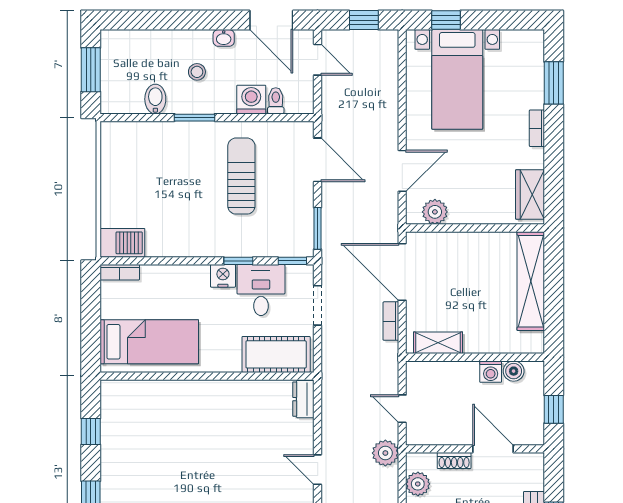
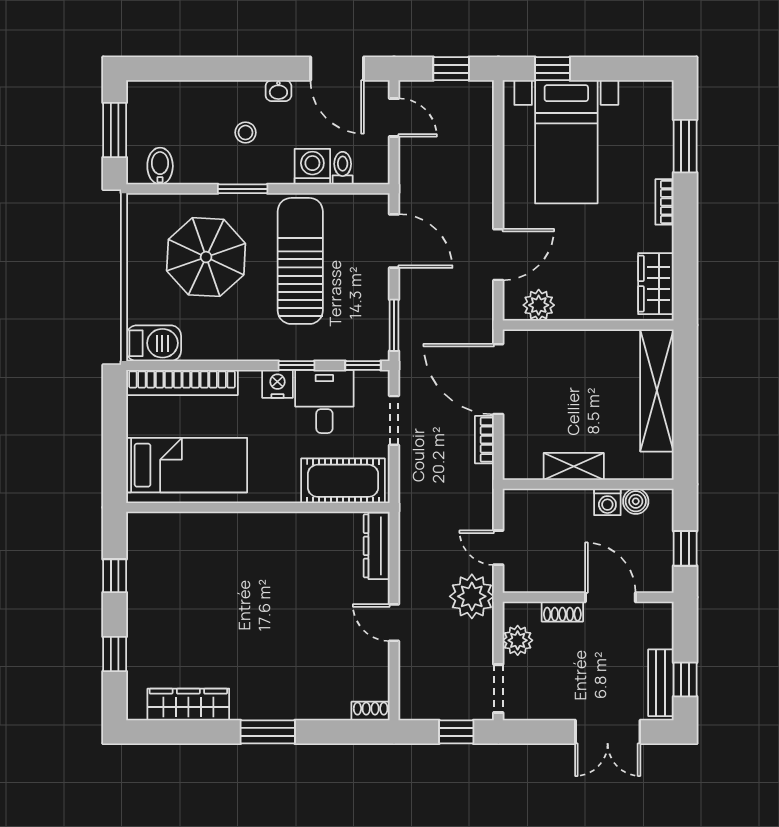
bidet: (155, 99) -> (160, 166), moved
parasol: (165, 173) -> (206, 257), added
sun lounger: (241, 176) -> (300, 261), width x1.36, depth x1.34
bookcase: (120, 272) -> (182, 383), width x2.31, depth x1.31
shelving: (438, 343) -> (574, 466), moved
dresser: (303, 399) -> (377, 546), width x1.44
plant: (385, 453) -> (472, 596), width x1.36, depth x1.36

